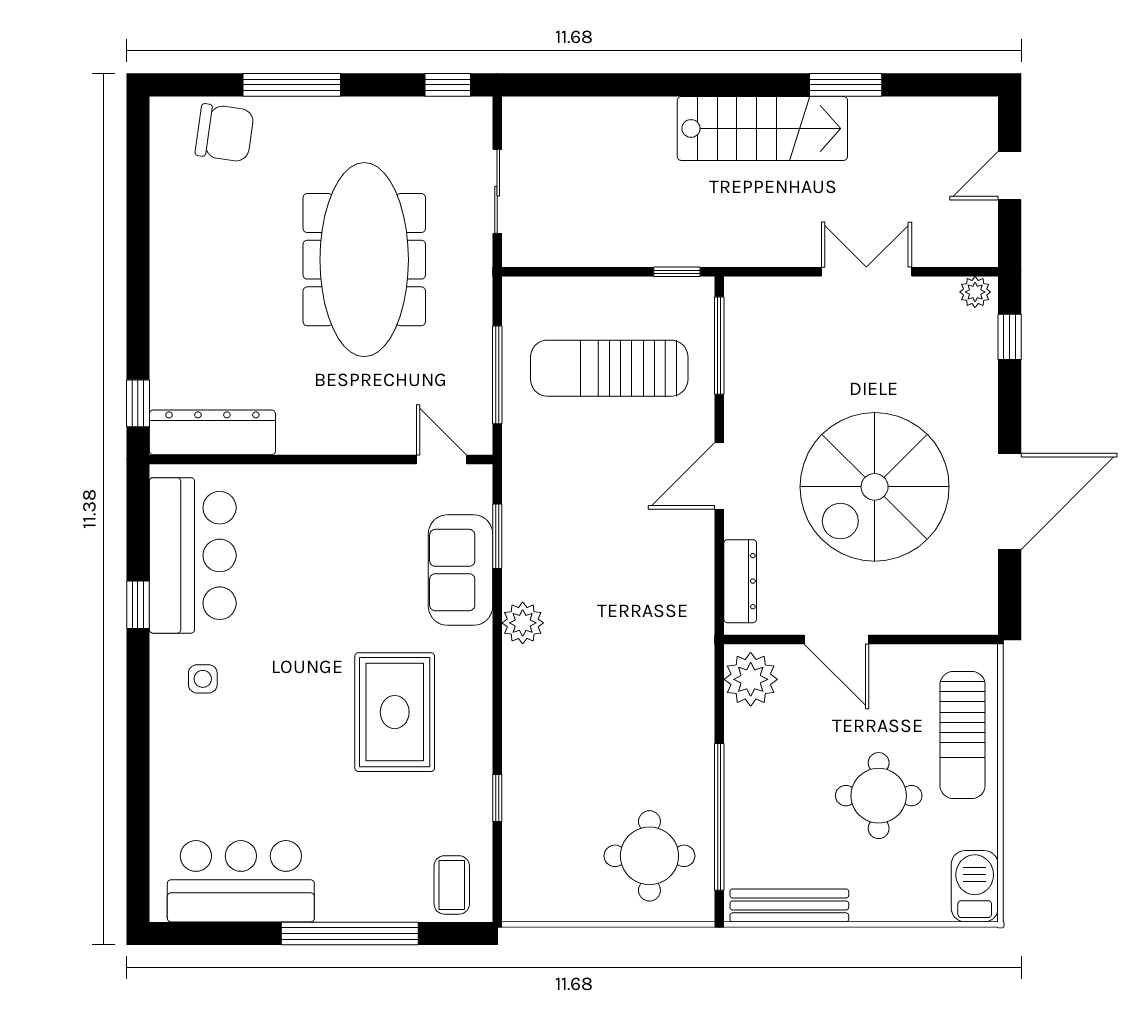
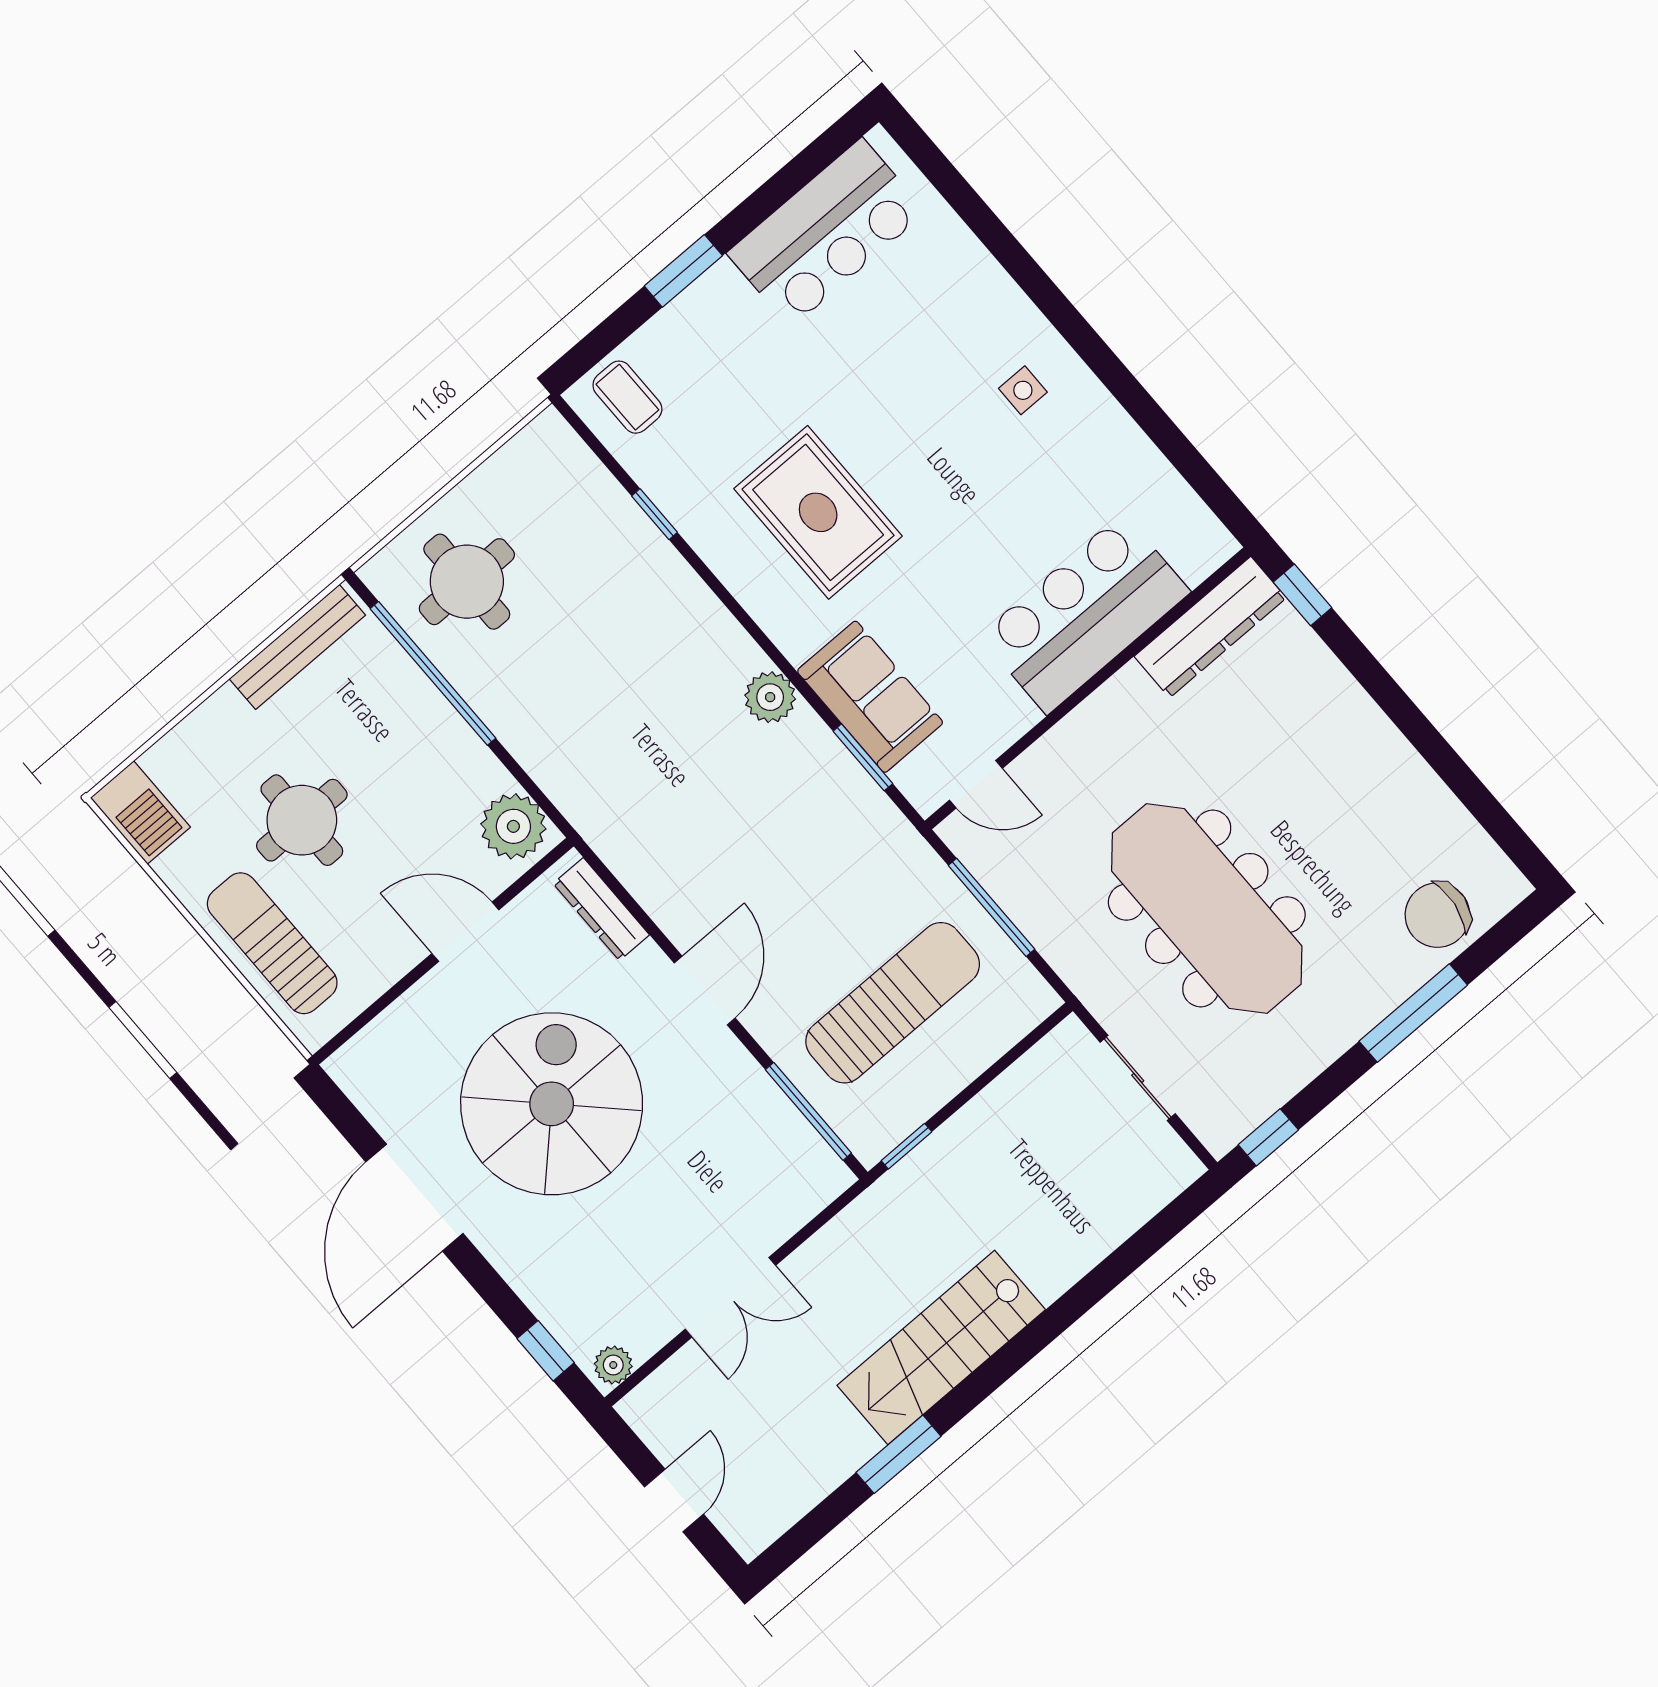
bar counter: (193, 555) -> (1085, 614), moved, turned 90
window: (138, 605) -> (1142, 408), removed
window: (350, 934) -> (683, 271), width x0.47

